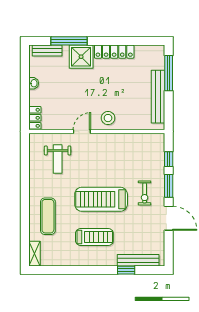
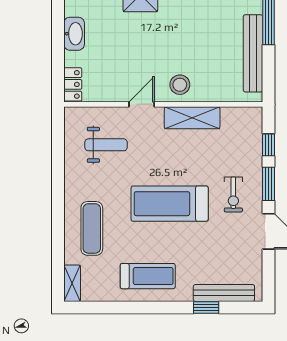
washbasin: (34, 83) -> (74, 34), width x1.91, depth x1.45
shelving: (116, 141) -> (192, 118), added
weight bench: (58, 159) -> (106, 145), turned -90
treadmill: (94, 237) -> (148, 276), moved

